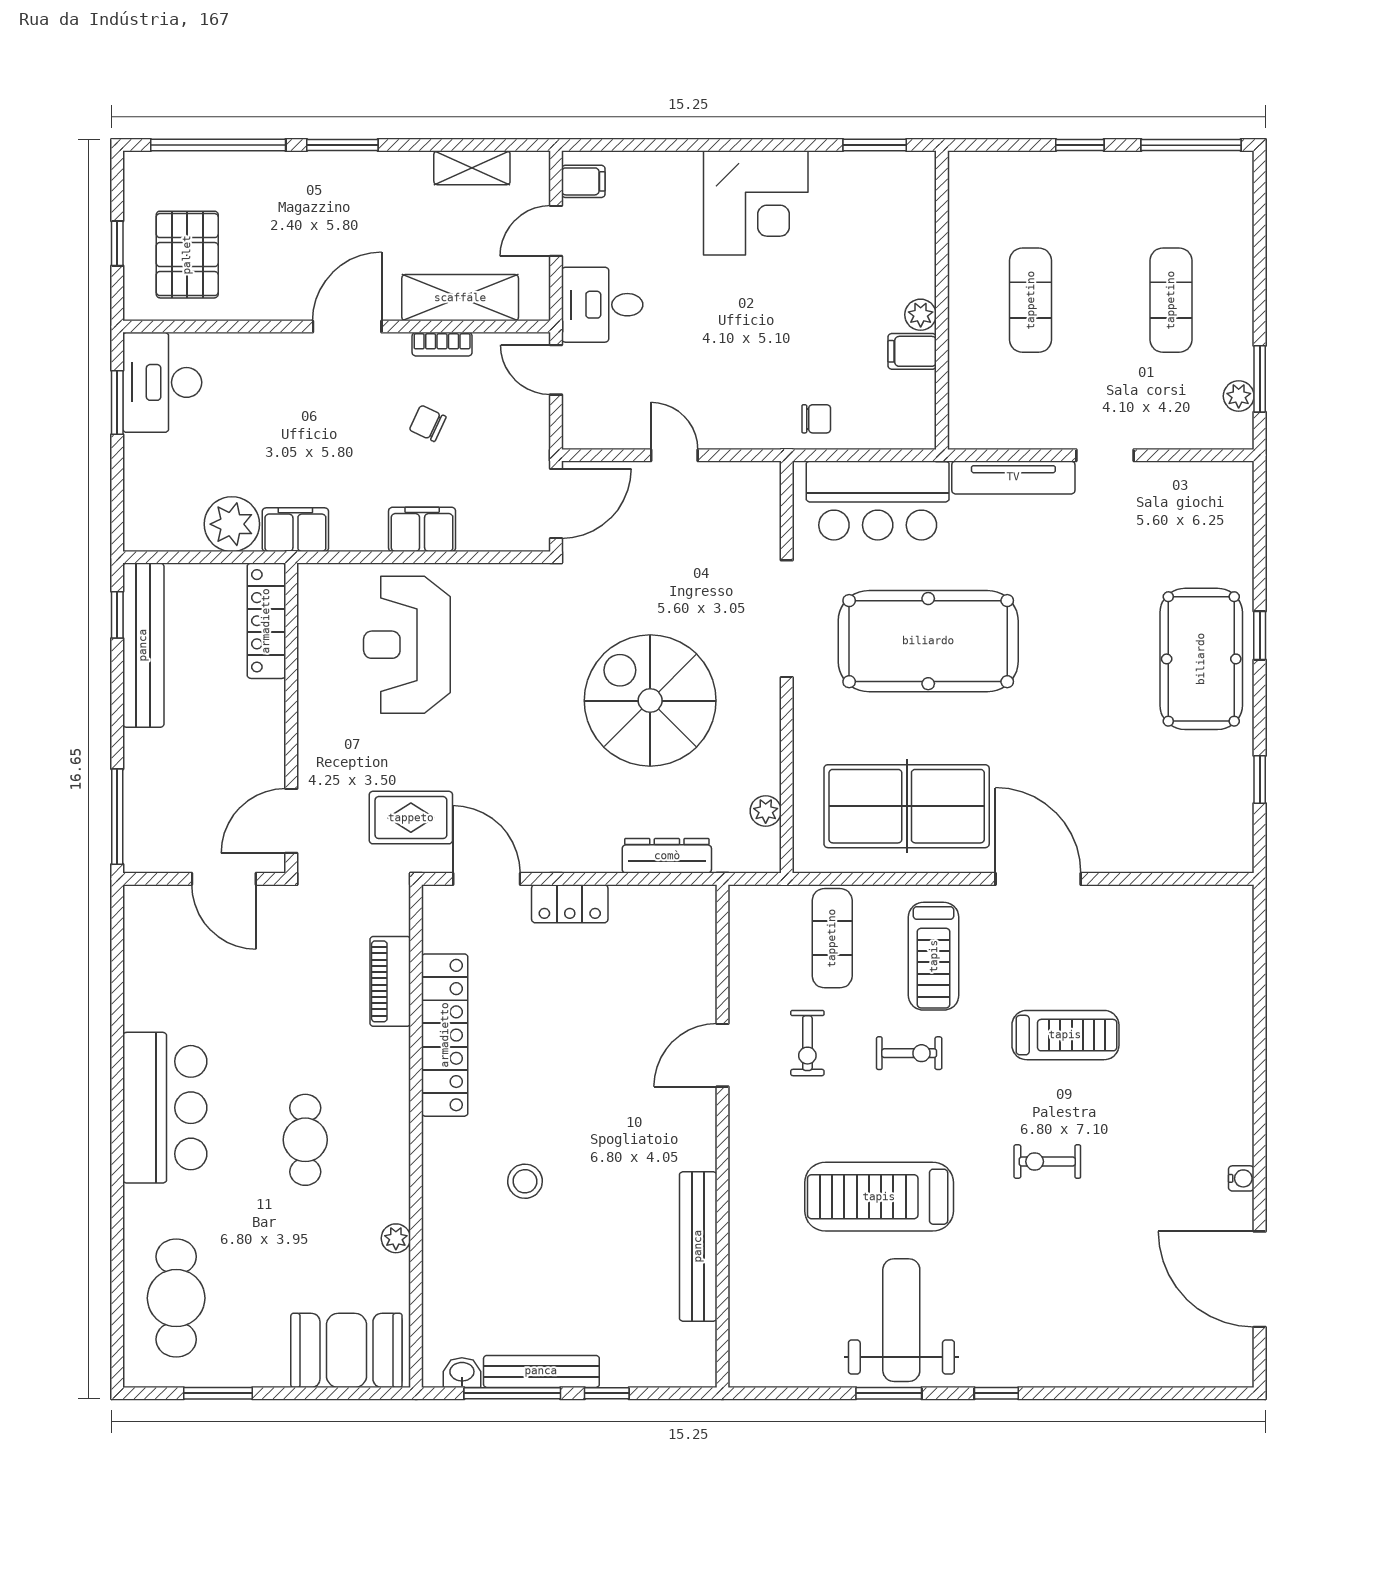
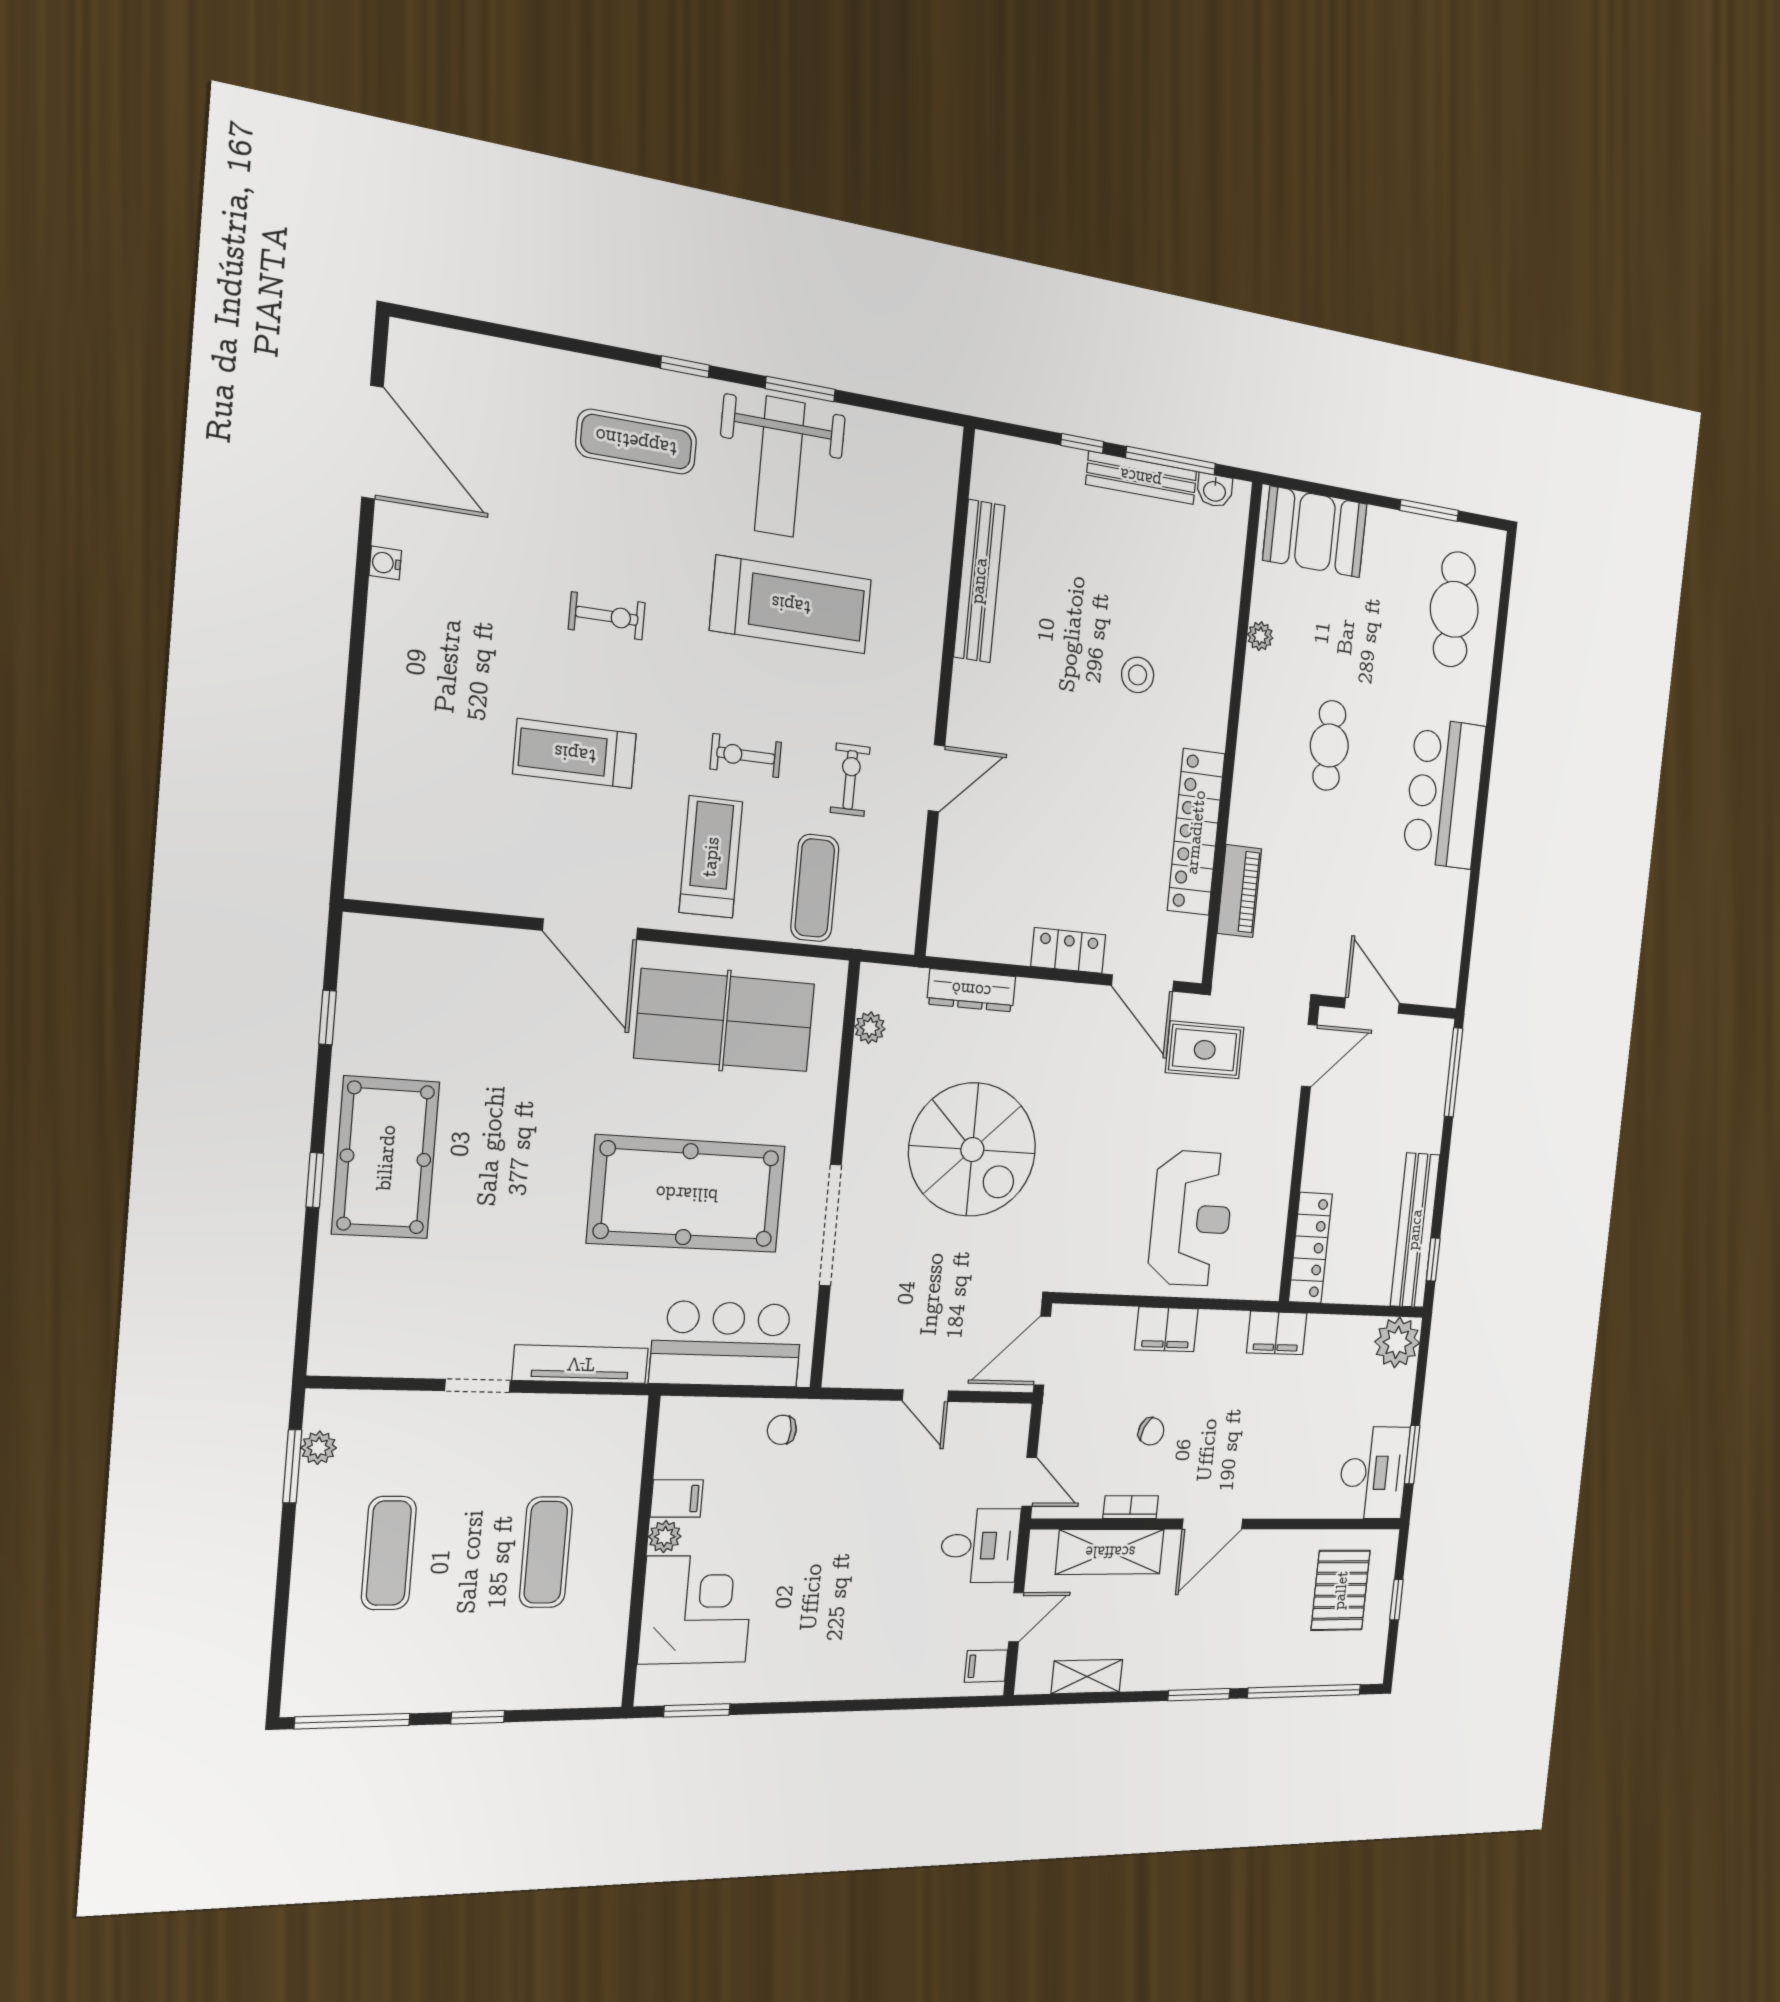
corner desk: (756, 203) -> (696, 1609), moved, turned 90
plant: (232, 524) -> (1397, 1342), moved
exercise mat: (1034, 1319) -> (636, 442), added

